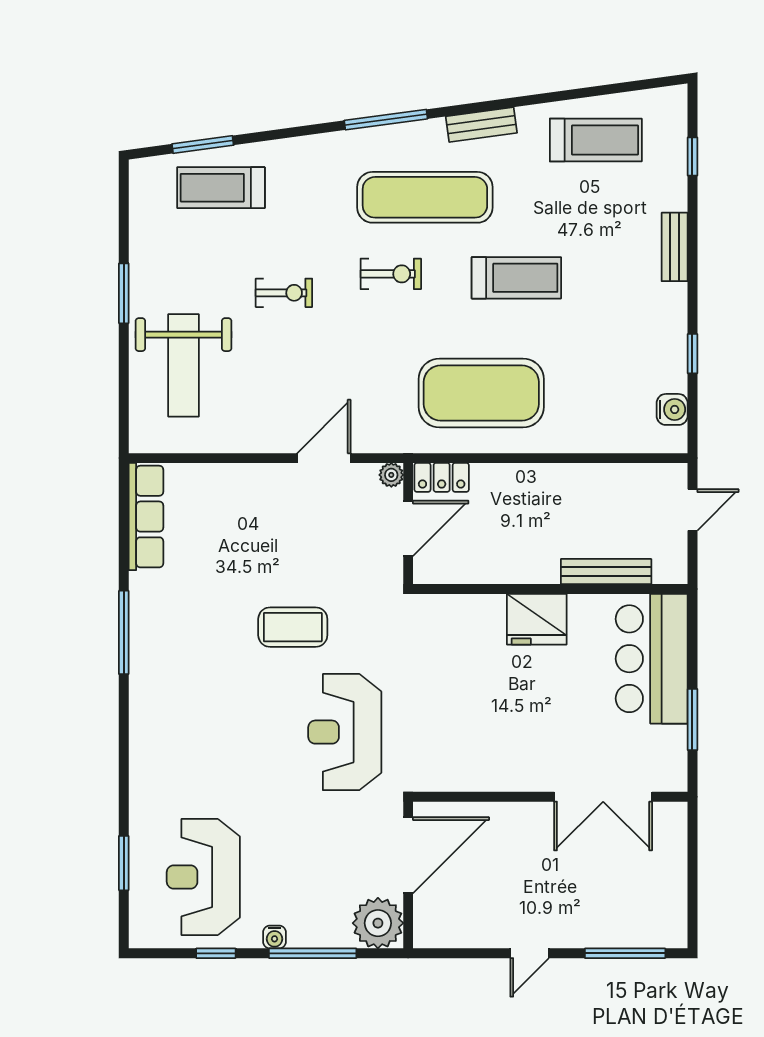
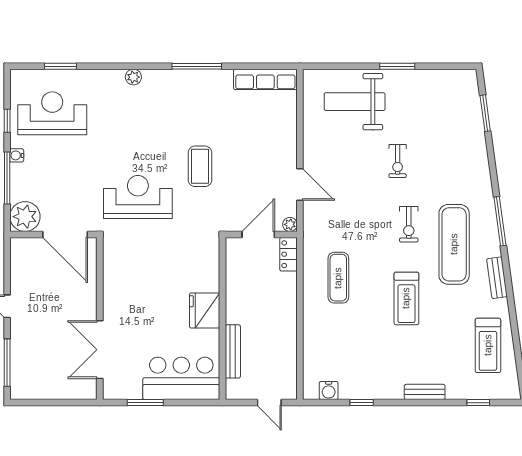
treadmill: (221, 188) -> (460, 124), removed
exercise mat: (481, 393) -> (338, 278), width x0.50, depth x0.69
door: (408, 528) -> (258, 234), swing flipped
plant: (142, 740) -> (133, 77), added

